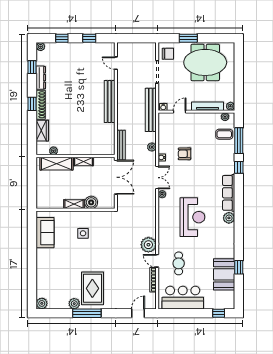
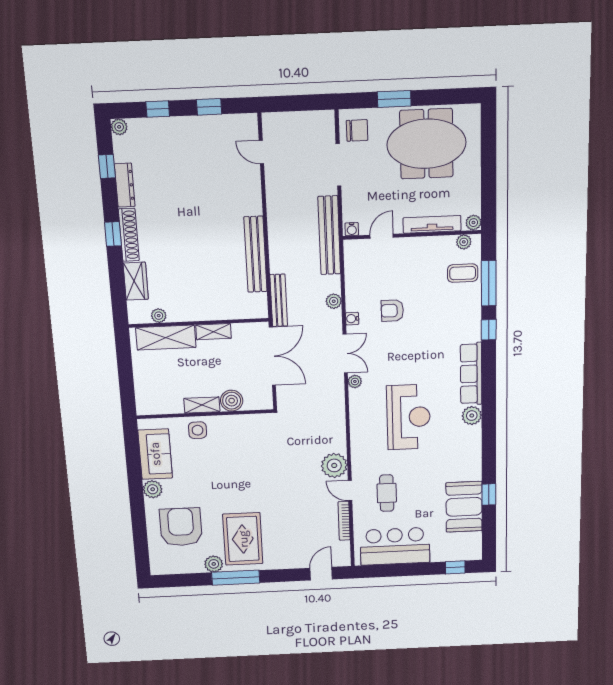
bench: (110, 102) -> (255, 254), moved
side table: (83, 233) -> (198, 430), moved
armchair: (57, 279) -> (181, 527), added
plant: (42, 303) -> (153, 489), moved

